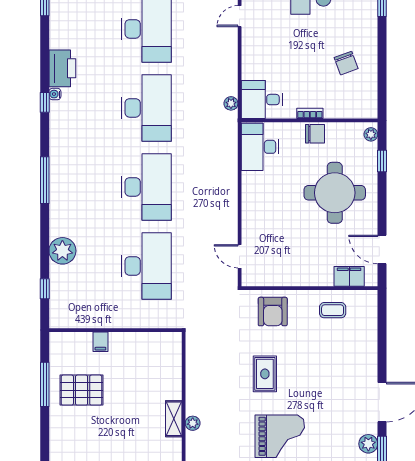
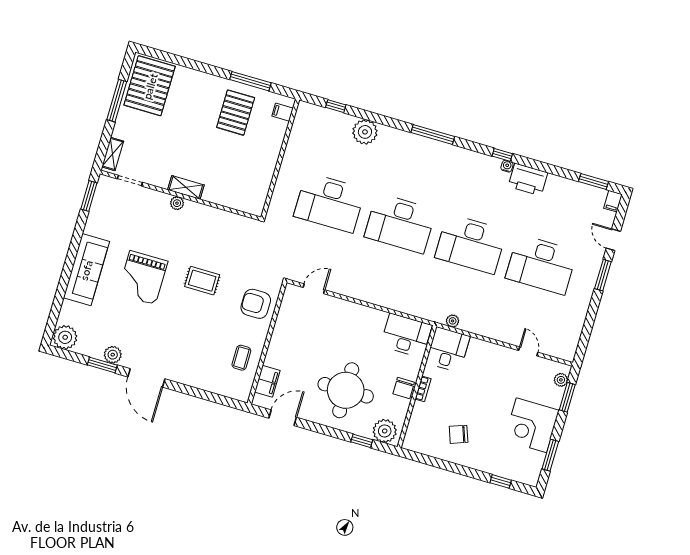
plant: (371, 134) -> (385, 431), width x1.87, depth x1.87
filing cabinet: (100, 342) -> (283, 112), moved

